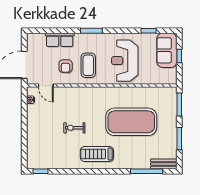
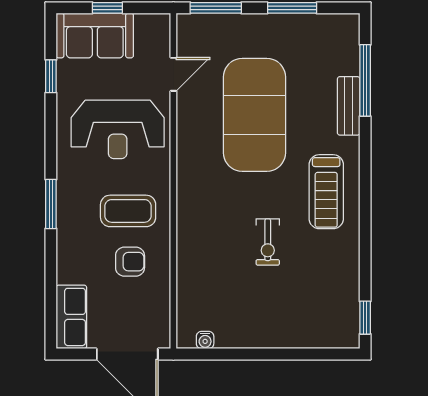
row of seats: (60, 40) -> (71, 317), moved
door: (46, 86) -> (173, 74), moved
bench: (164, 164) -> (349, 106), moved

